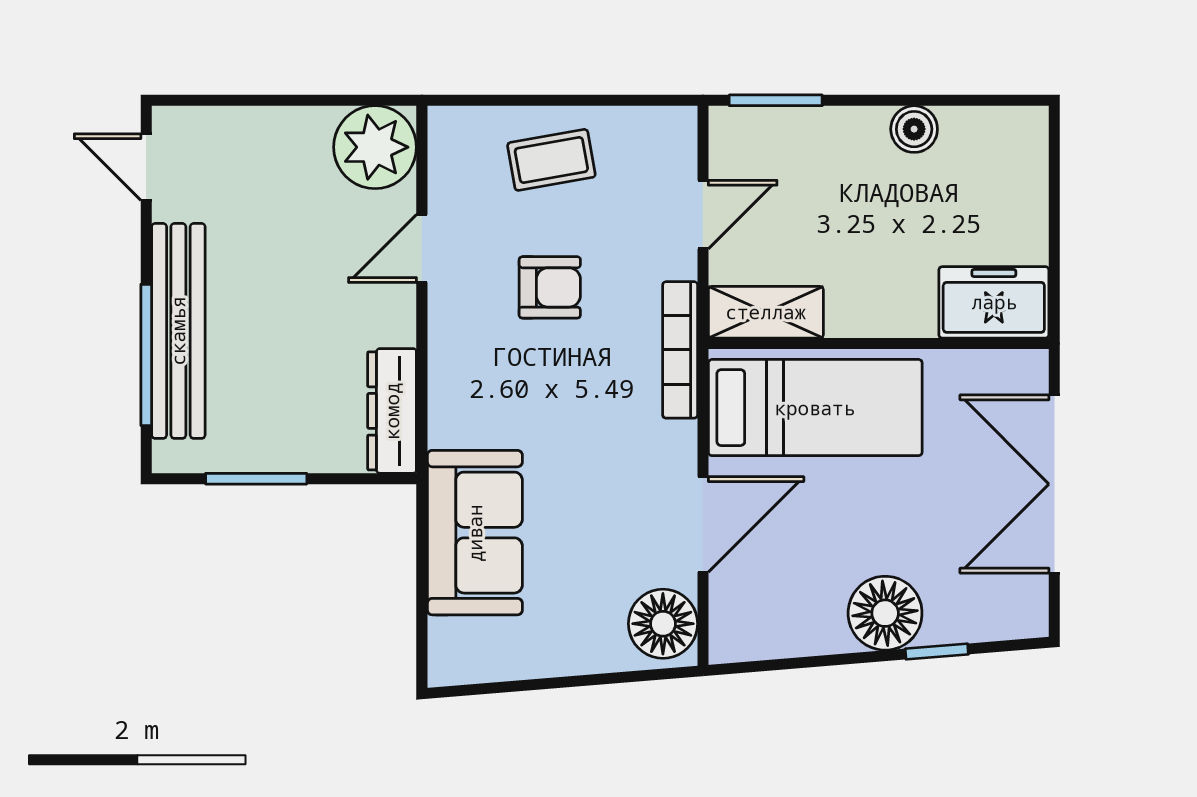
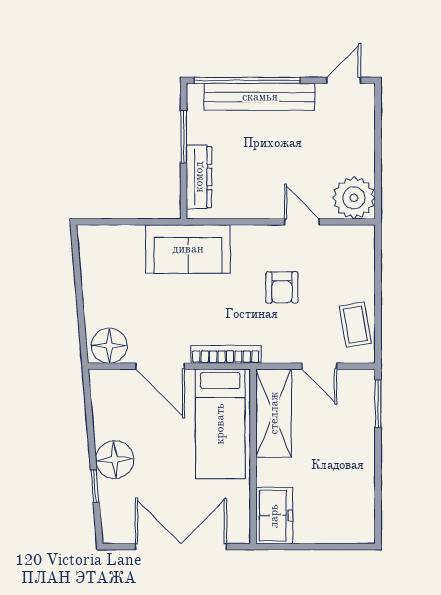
boiler: (914, 129) -> (363, 475), removed
coffee table: (551, 160) -> (355, 325), moved
shelving: (766, 312) -> (274, 413), width x1.50, depth x1.33
bookcase: (680, 350) -> (226, 354), moved
window: (146, 355) -> (247, 80), width x1.46
dresser: (392, 411) -> (199, 177), moved, turned 90
sofa: (475, 533) -> (188, 249), moved

